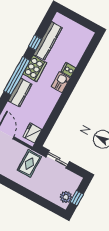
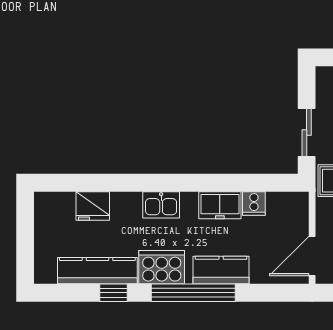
cooker: (68, 70) -> (254, 203), moved
freezer: (47, 107) -> (220, 205), added
fridge: (32, 133) -> (93, 206), moved

